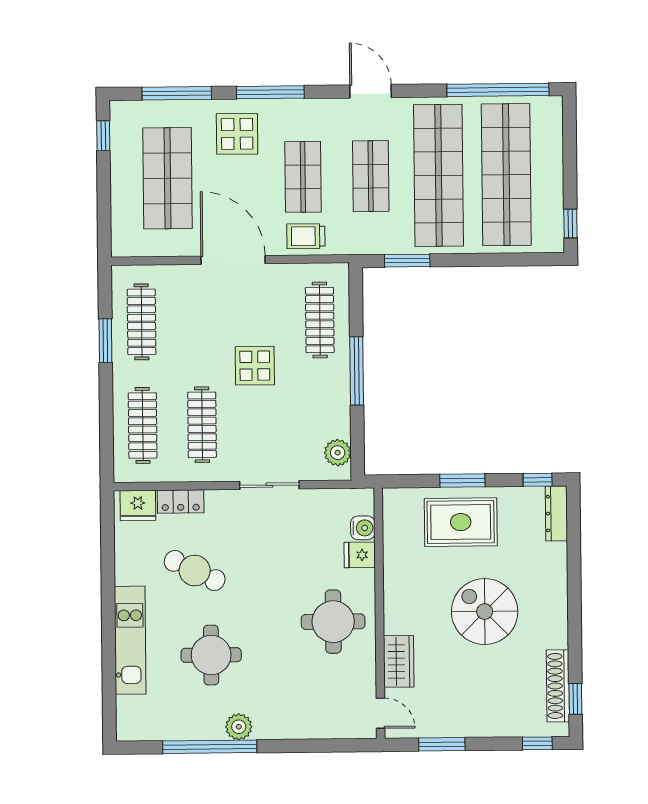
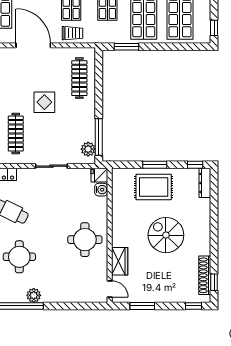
trolley: (306, 236) -> (72, 33), turned 180
window: (357, 371) -> (99, 137), moved
fridge: (360, 555) -> (99, 175), moved

